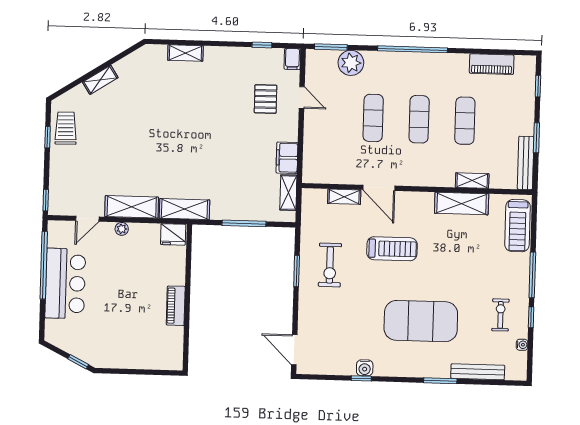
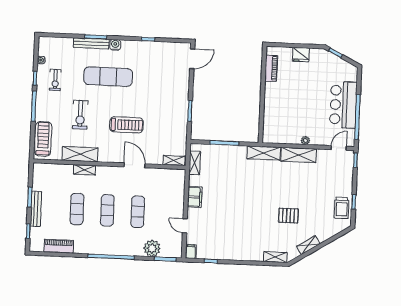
shelving: (185, 53) -> (275, 257), moved
shelving: (100, 80) -> (308, 245), moved
pallet: (266, 99) -> (288, 216), moved, turned 90
filing cabinet: (287, 158) -> (195, 197), moved
bench: (526, 163) -> (36, 209), moved
shelving: (472, 181) -> (85, 170), moved
shelving: (344, 197) -> (174, 160), moved
door: (87, 219) -> (339, 148), moved
fridge: (173, 234) -> (301, 55), moved, turned 180
treadmill: (392, 249) -> (126, 125), turned 180
exercise bike: (330, 265) -> (80, 115), moved, turned 180
piano: (176, 306) -> (271, 68), moved
exercise mat: (421, 321) -> (108, 77), width x0.68
door: (294, 350) -> (192, 59), hinge flipped
water cooler: (365, 368) -> (115, 45), moved
bench: (478, 372) -> (91, 43), moved

